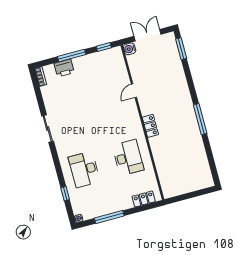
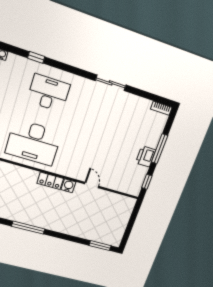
double door: (147, 35) -> (130, 224), removed
water cooler: (130, 49) -> (68, 186), moved
printer: (64, 68) -> (146, 156), moved
desk: (128, 158) -> (34, 142), width x1.36, depth x1.30

